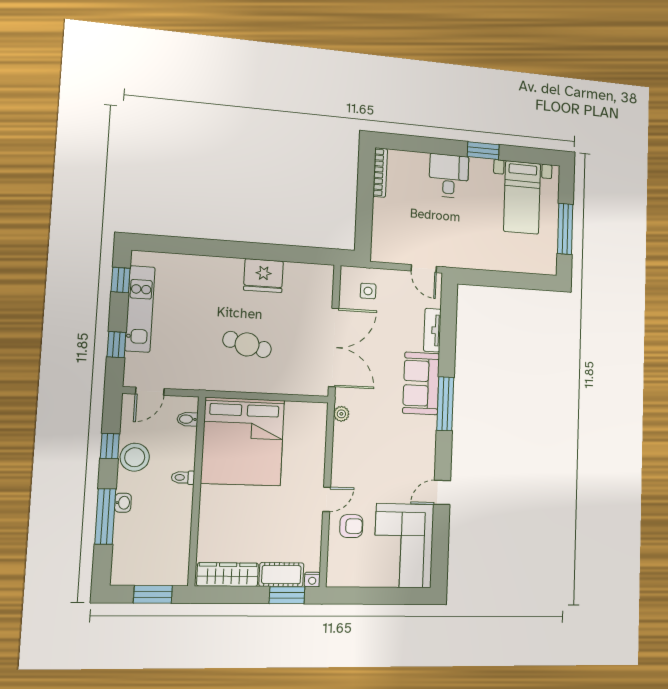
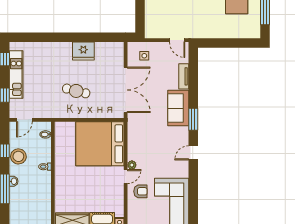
window: (445, 404) -> (193, 119), width x0.69
plant: (341, 414) -> (132, 165), moved
bed: (243, 442) -> (100, 144), moved, turned 90
door: (442, 492) -> (193, 153), moved

